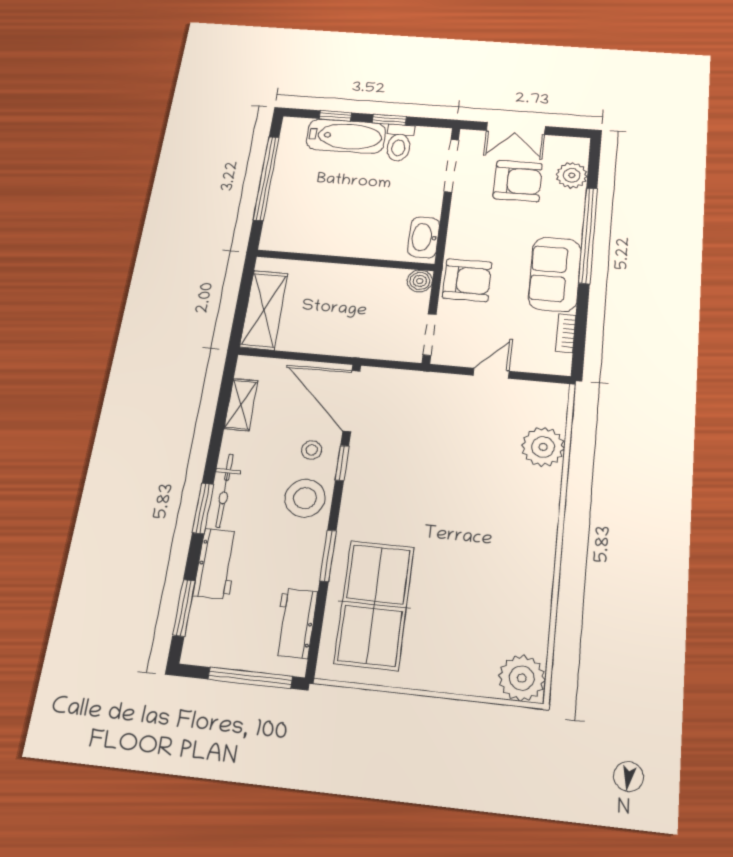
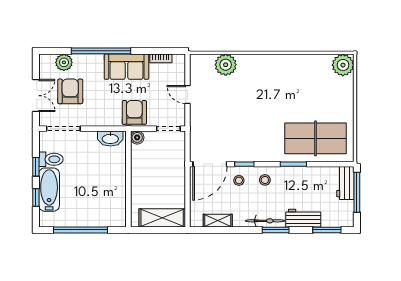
stool: (305, 498) -> (265, 180), width x0.53, depth x0.53
workbench: (295, 623) -> (345, 183), moved, turned 90

